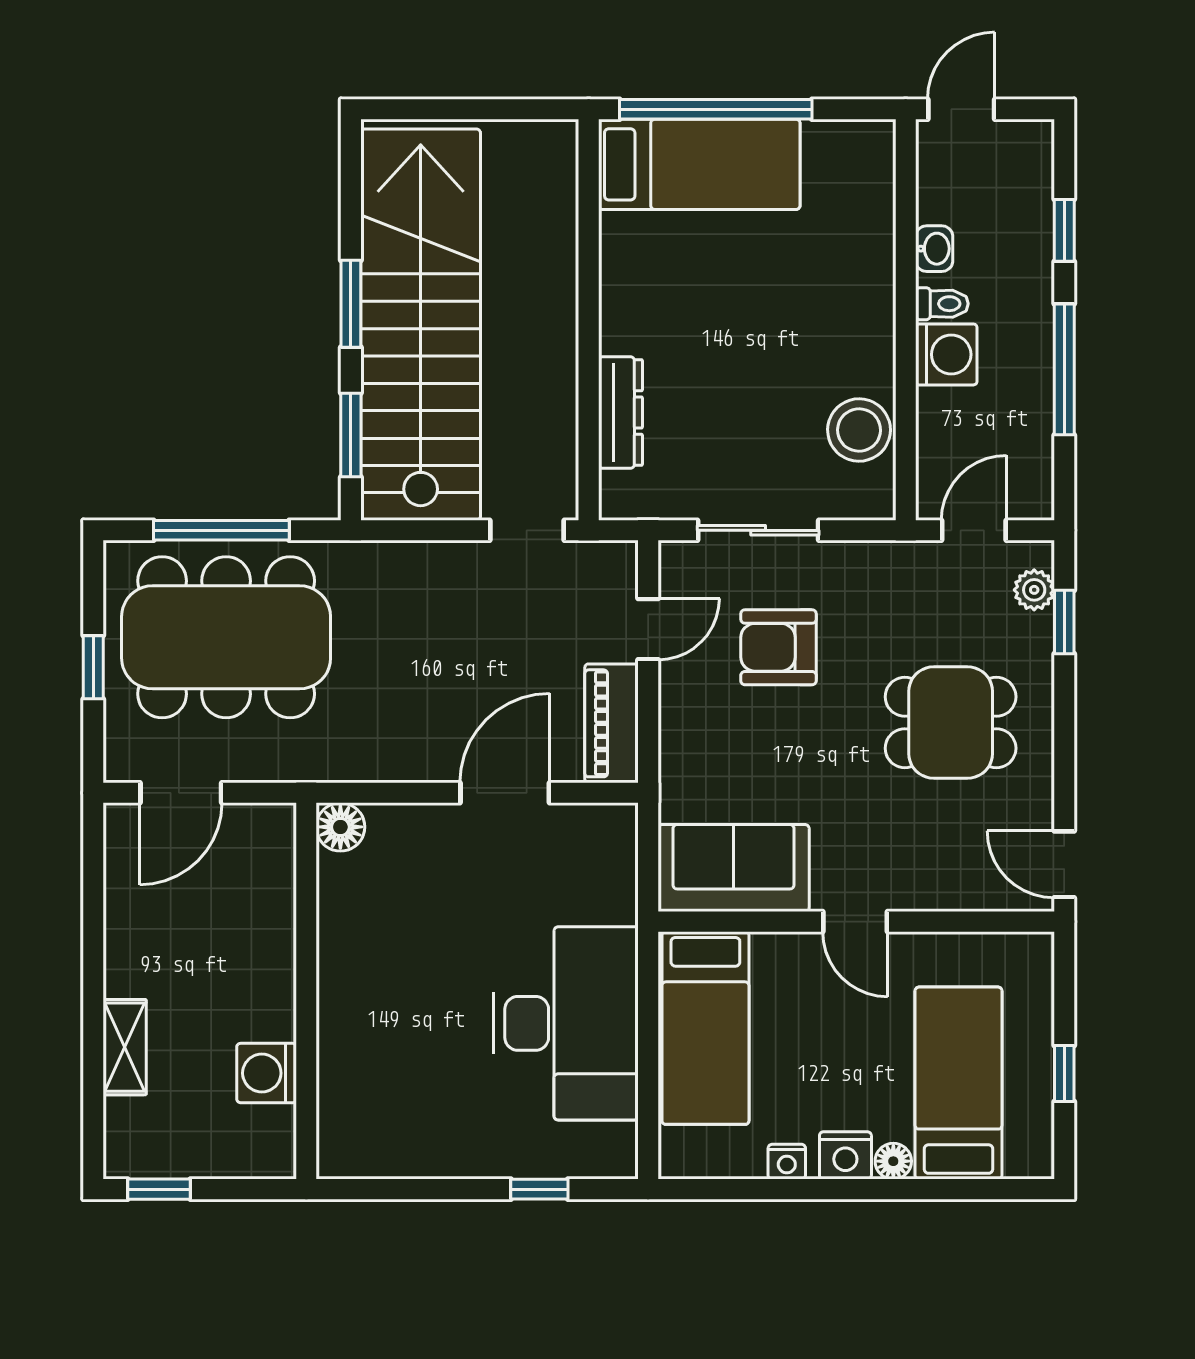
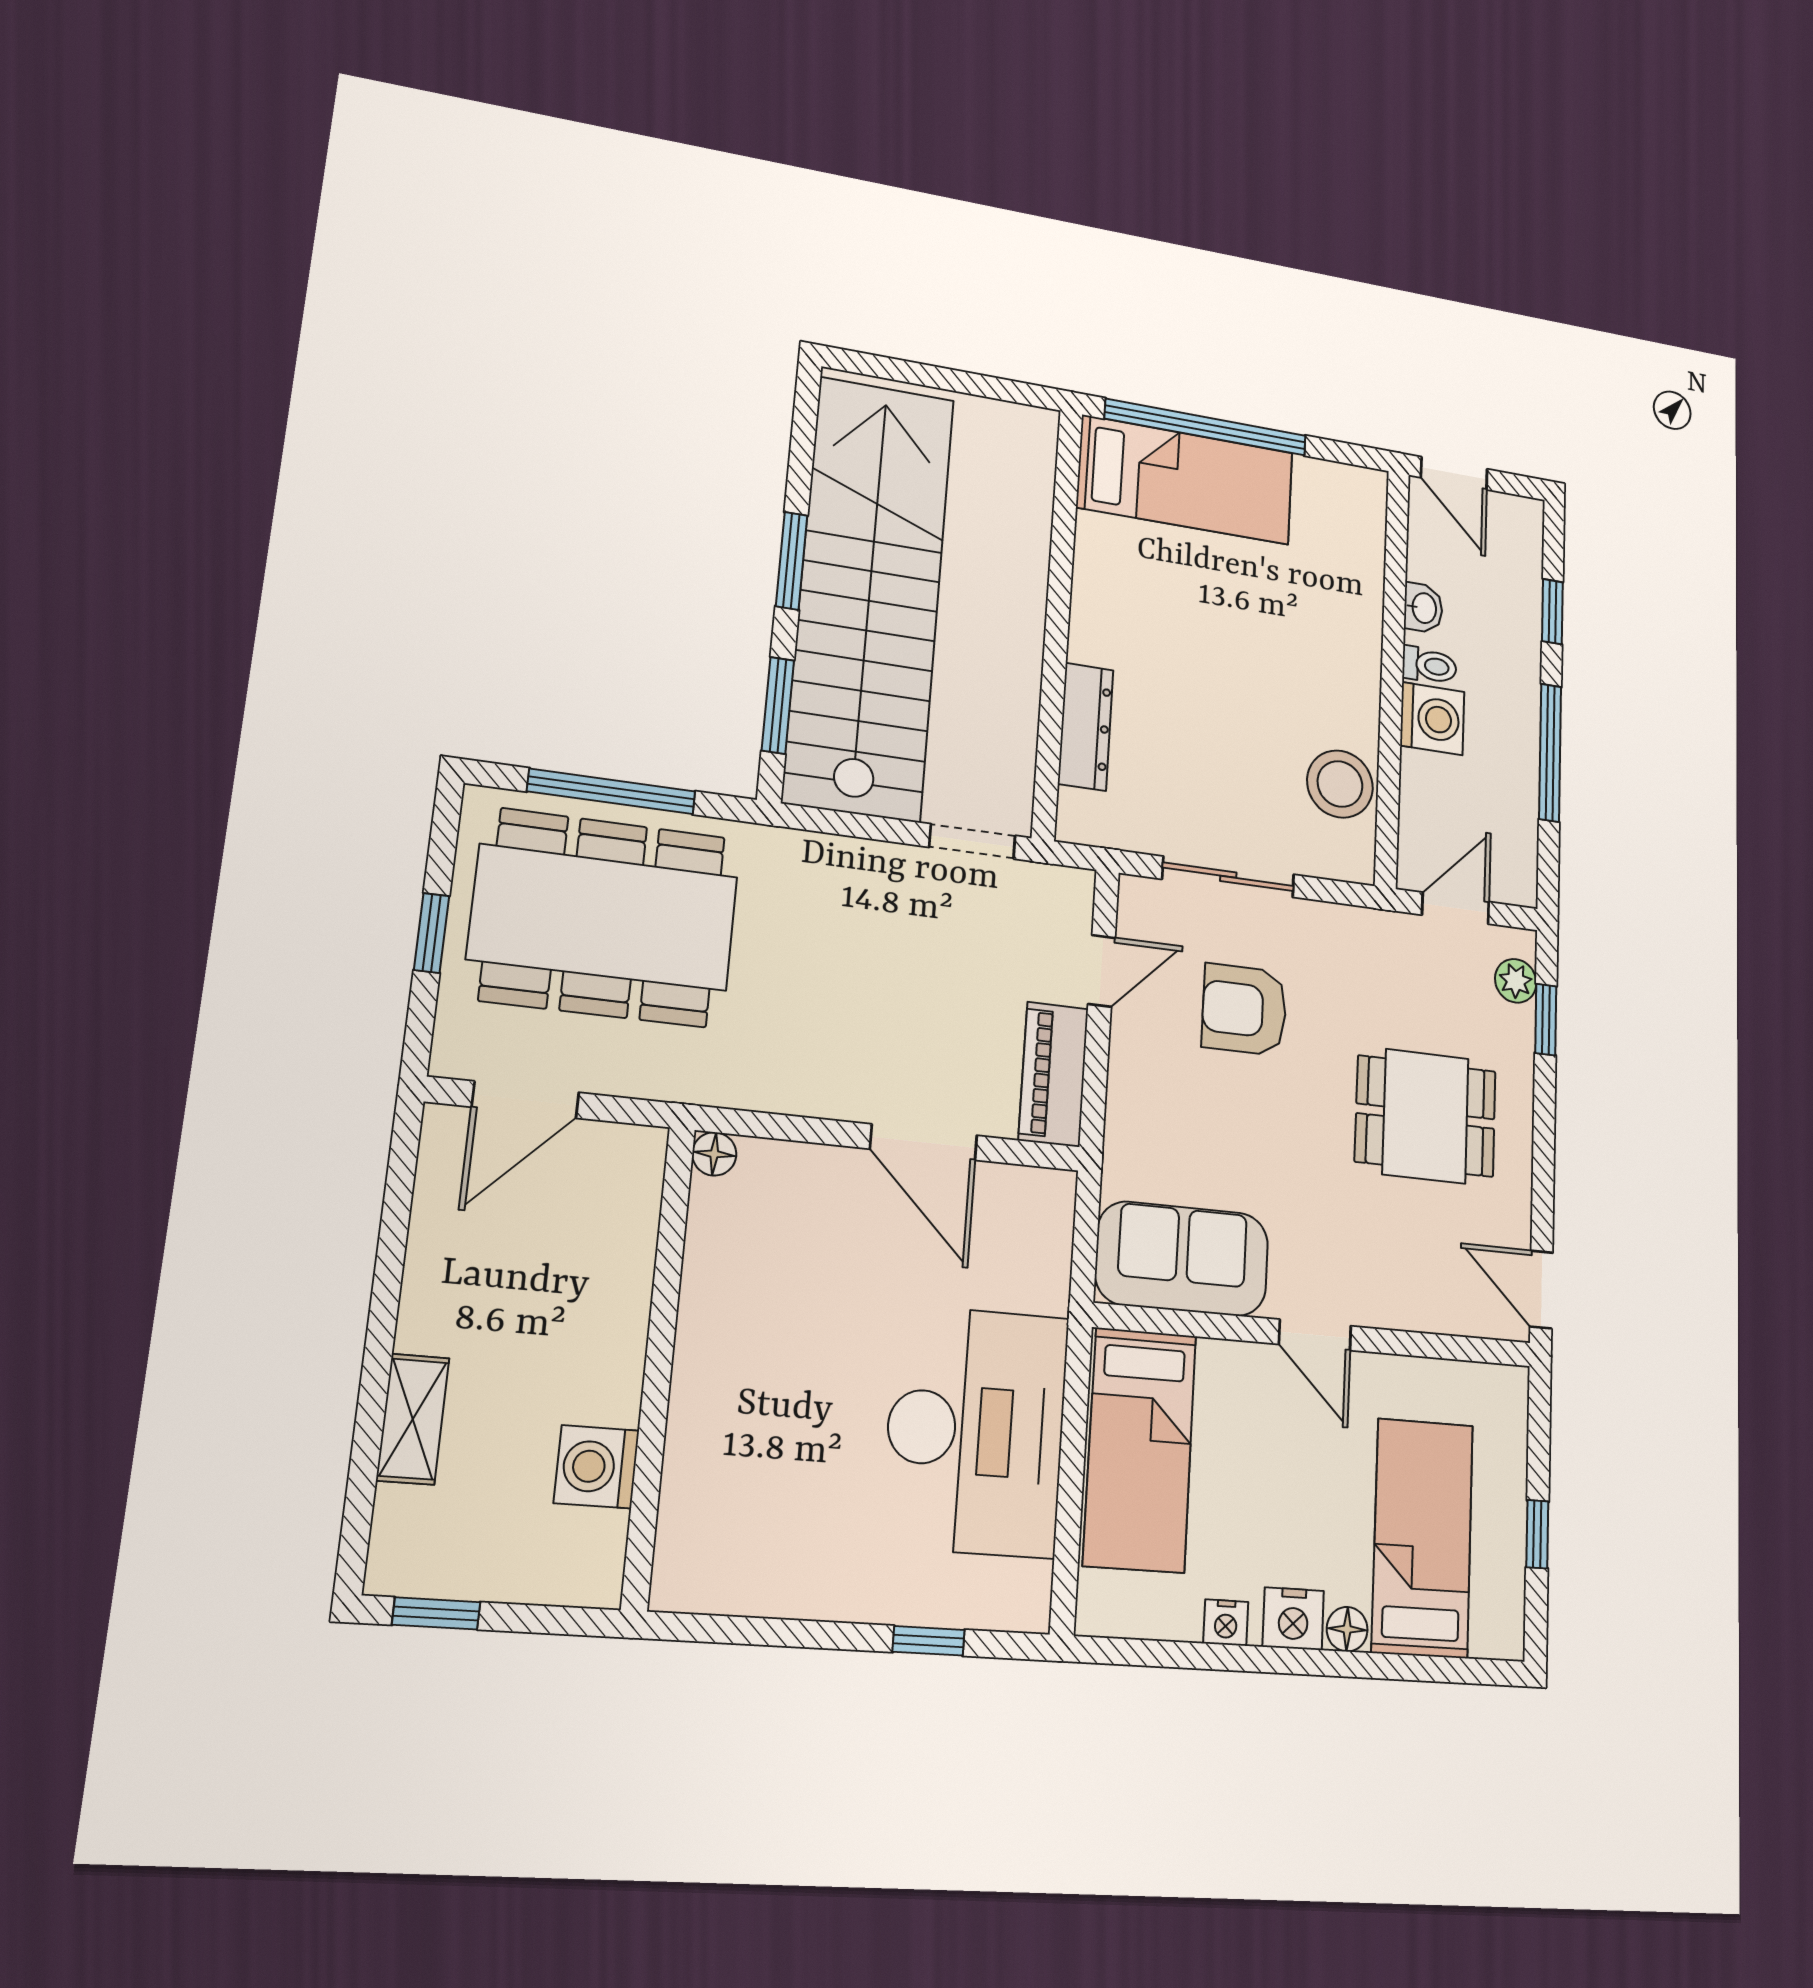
door: (961, 109) -> (1454, 473), swing flipped
door: (505, 793) -> (924, 1142), swing flipped
floor lamp: (340, 827) -> (714, 1154), width x0.73, depth x0.73

